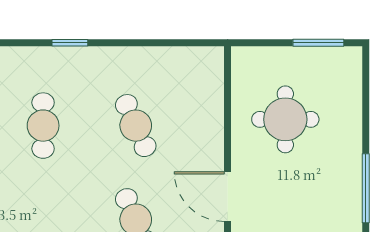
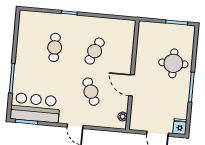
round table: (285, 119) -> (173, 63), moved
cafe table: (136, 126) -> (95, 51), turned 48

